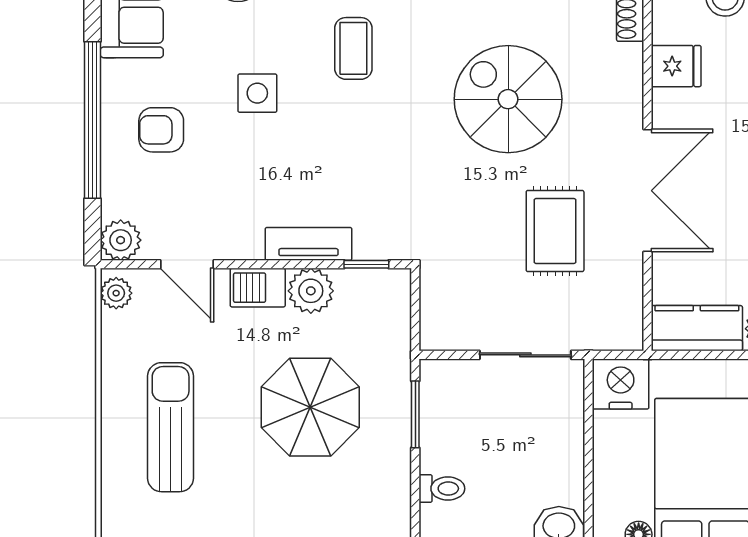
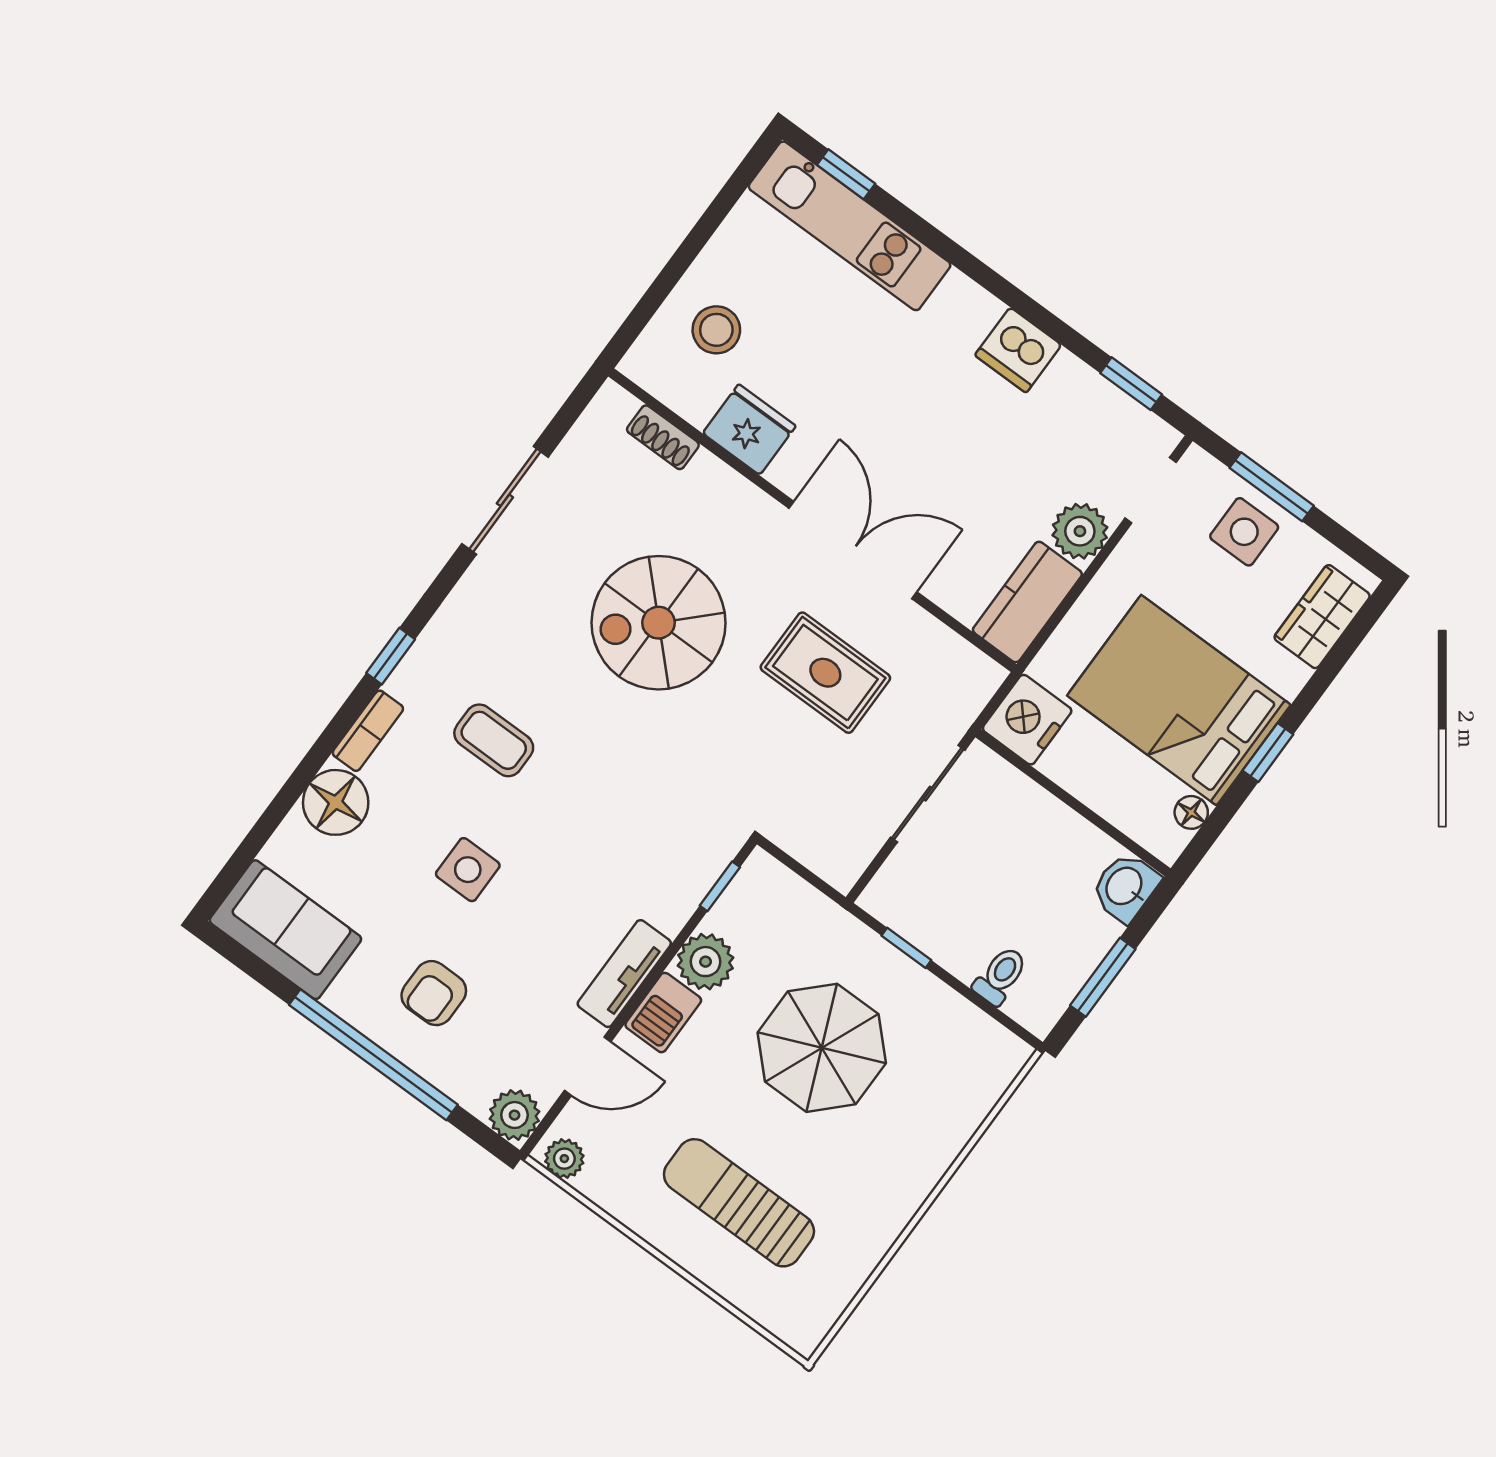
fridge: (676, 66) -> (749, 430), width x1.38
tv unit: (308, 244) -> (624, 974), moved
window: (415, 414) -> (906, 948), width x0.67

